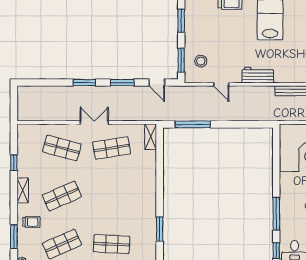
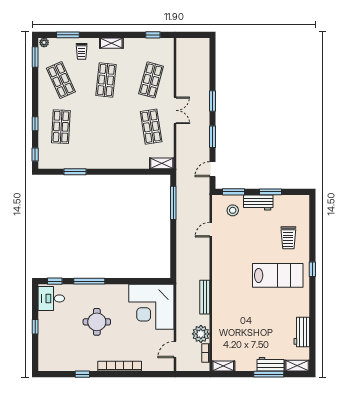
workbench: (258, 75) -> (258, 203), moved, turned 90
window: (14, 163) -> (153, 35), moved
shop shelf: (62, 196) -> (106, 80), turned 30

